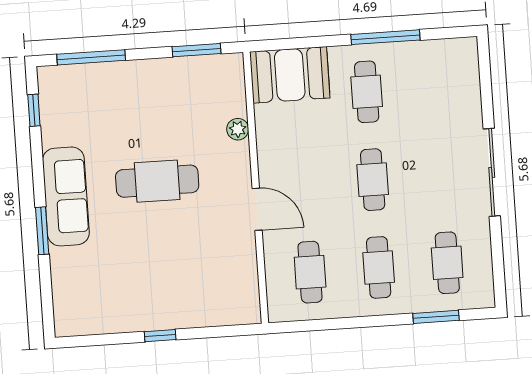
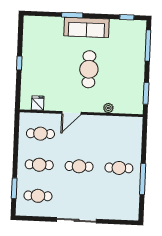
booth: (290, 75) -> (130, 134), removed
fridge: (244, 286) -> (38, 103), added

